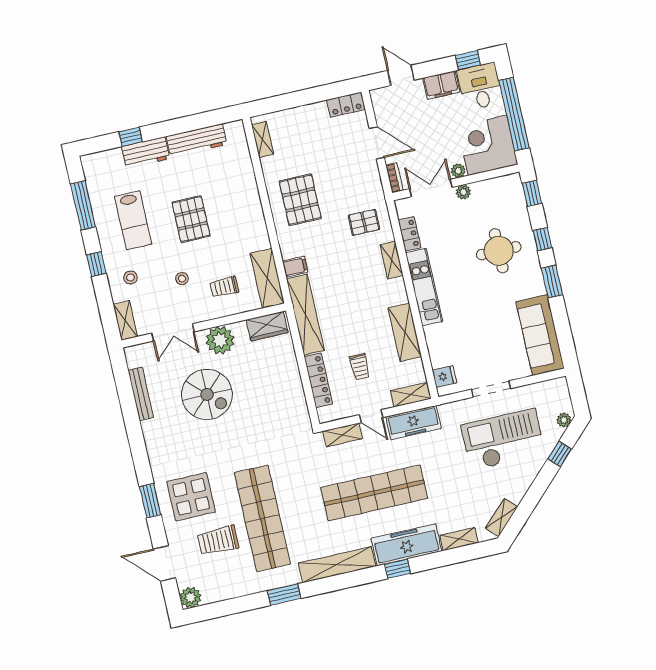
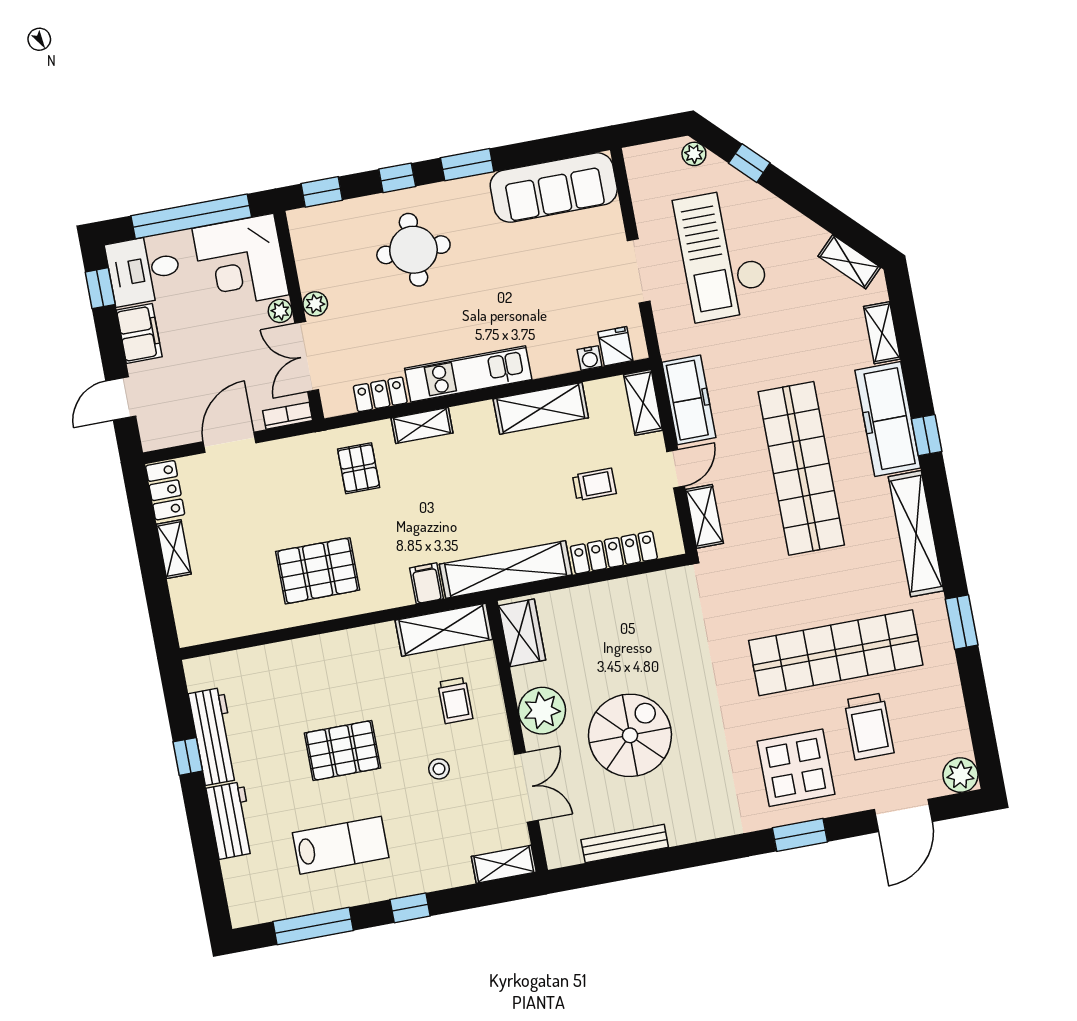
window: (131, 137) -> (188, 756), moved
shelving: (263, 139) -> (174, 549), moved, turned 90
stool: (130, 277) -> (434, 853), removed
water cooler: (437, 361) -> (590, 358), added

